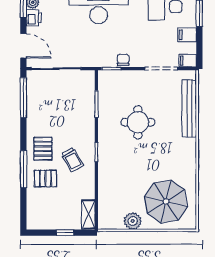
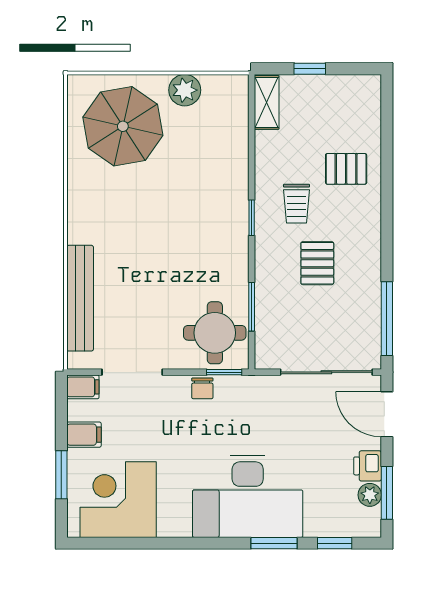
round table: (138, 122) -> (215, 333), moved
pallet: (43, 149) -> (317, 263), moved
trolley: (72, 160) -> (296, 204), turned -151
window: (23, 169) -> (387, 186), removed

